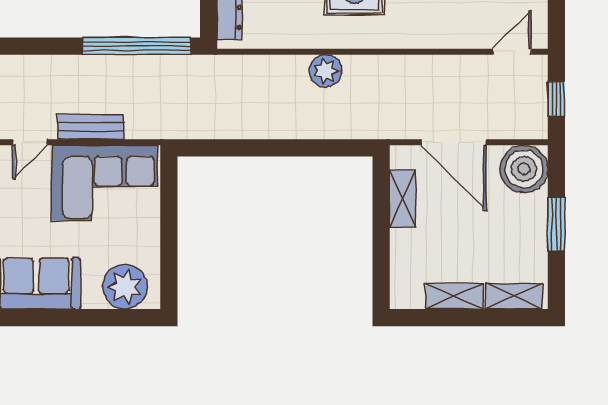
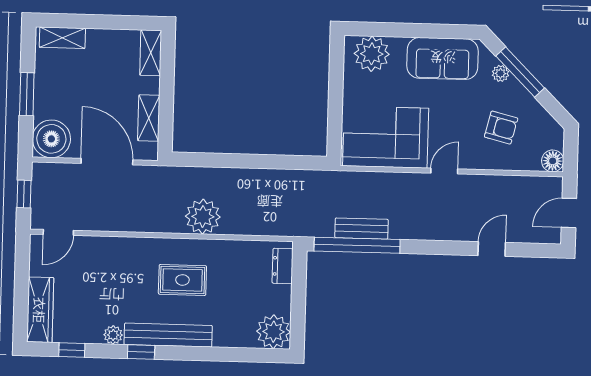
plant: (325, 71) -> (203, 217), width x1.36, depth x1.36
bench: (91, 127) -> (361, 229), moved
shelving: (454, 296) -> (151, 53), moved, turned 90

